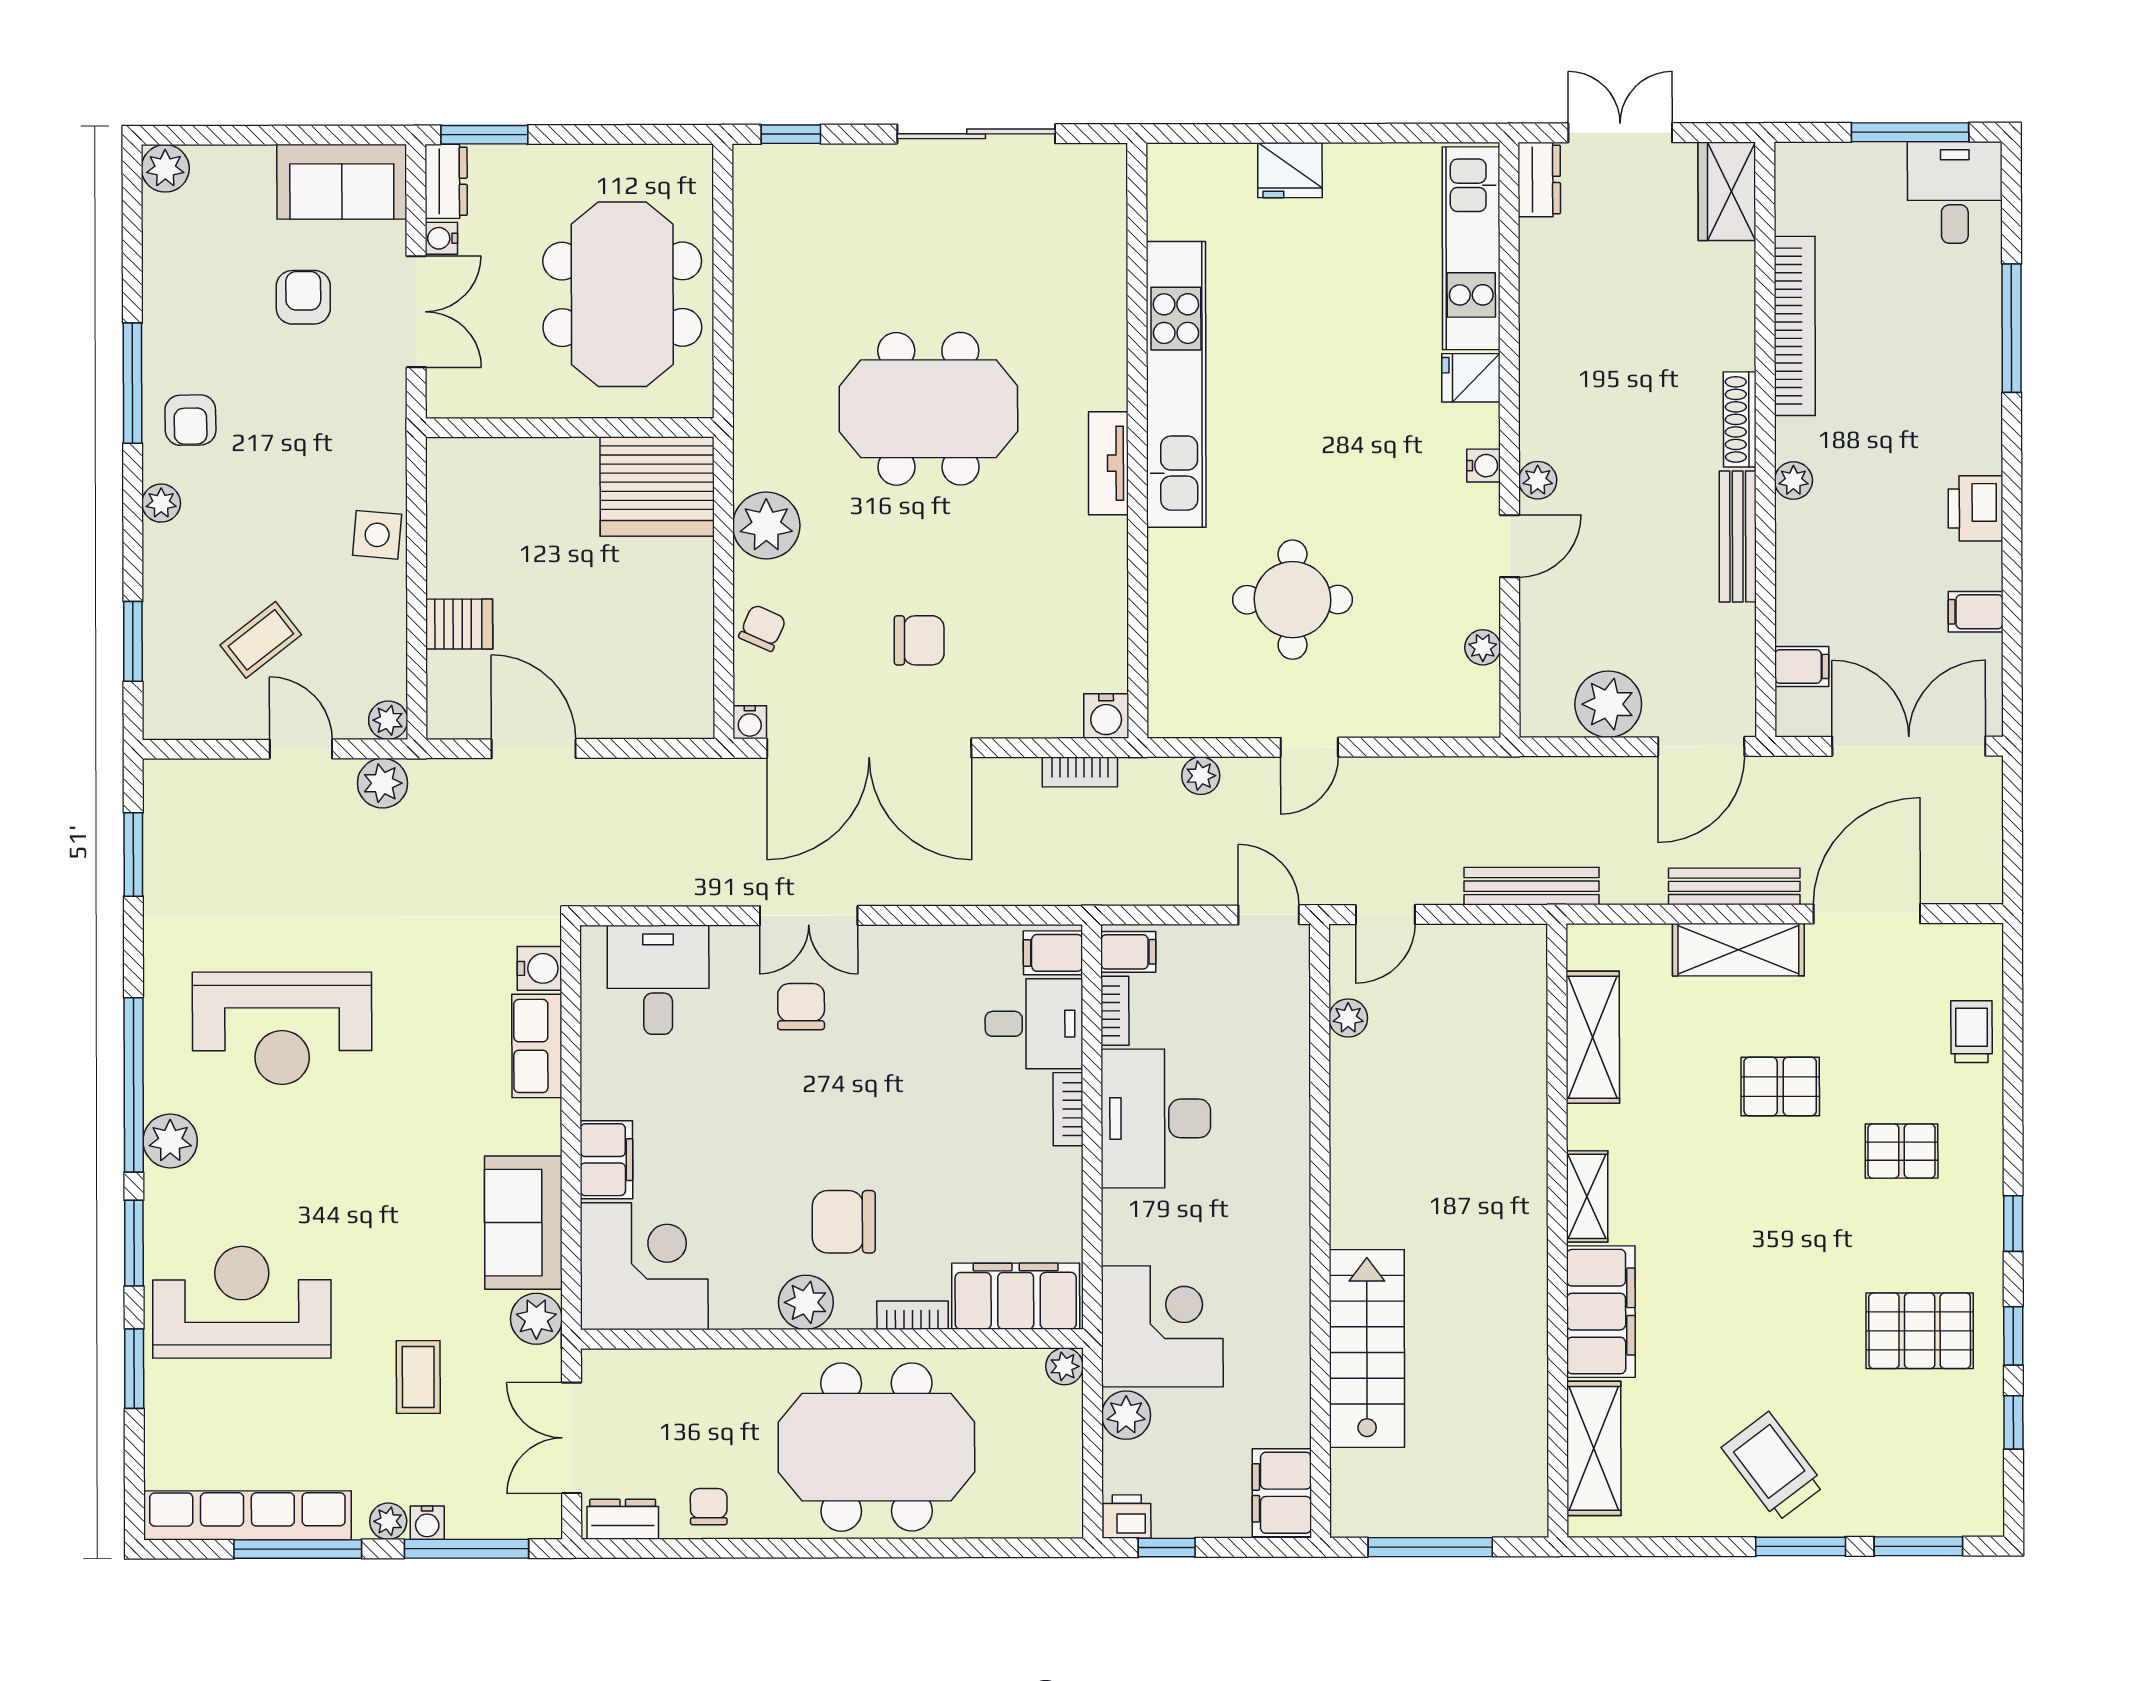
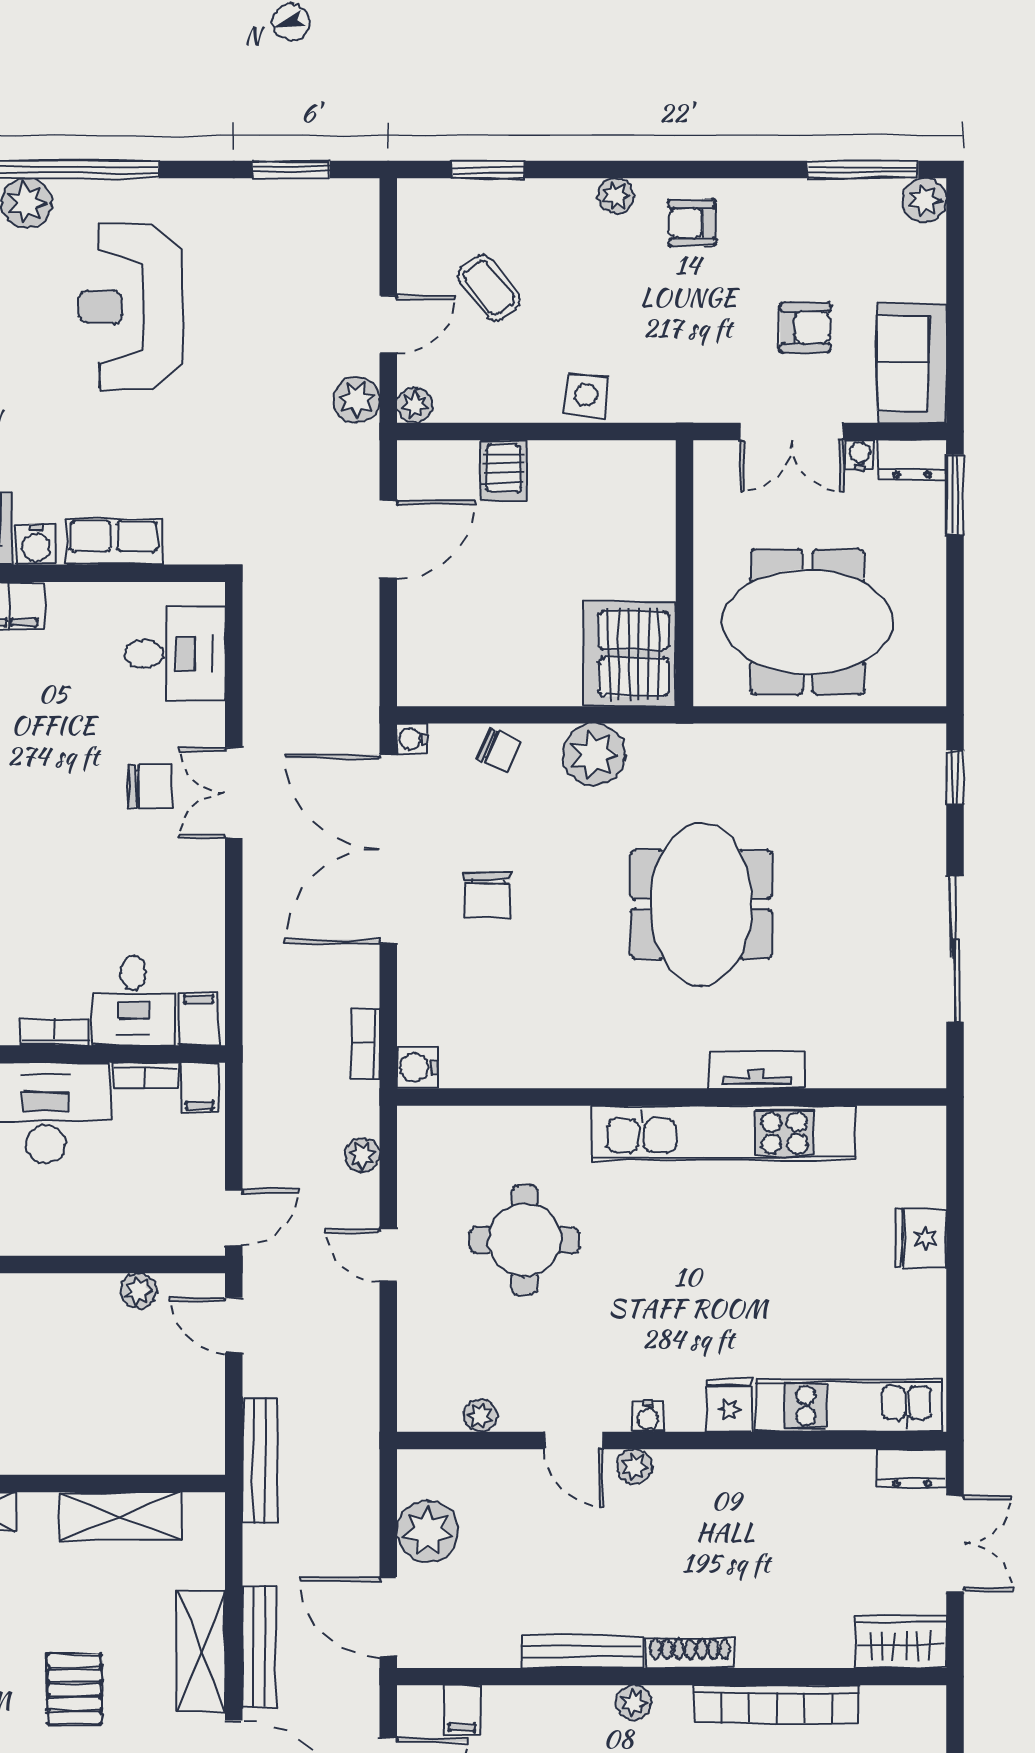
window: (132, 383) -> (863, 170), moved
tv unit: (1108, 463) -> (757, 1070), moved
water cooler: (539, 968) -> (36, 544), moved

